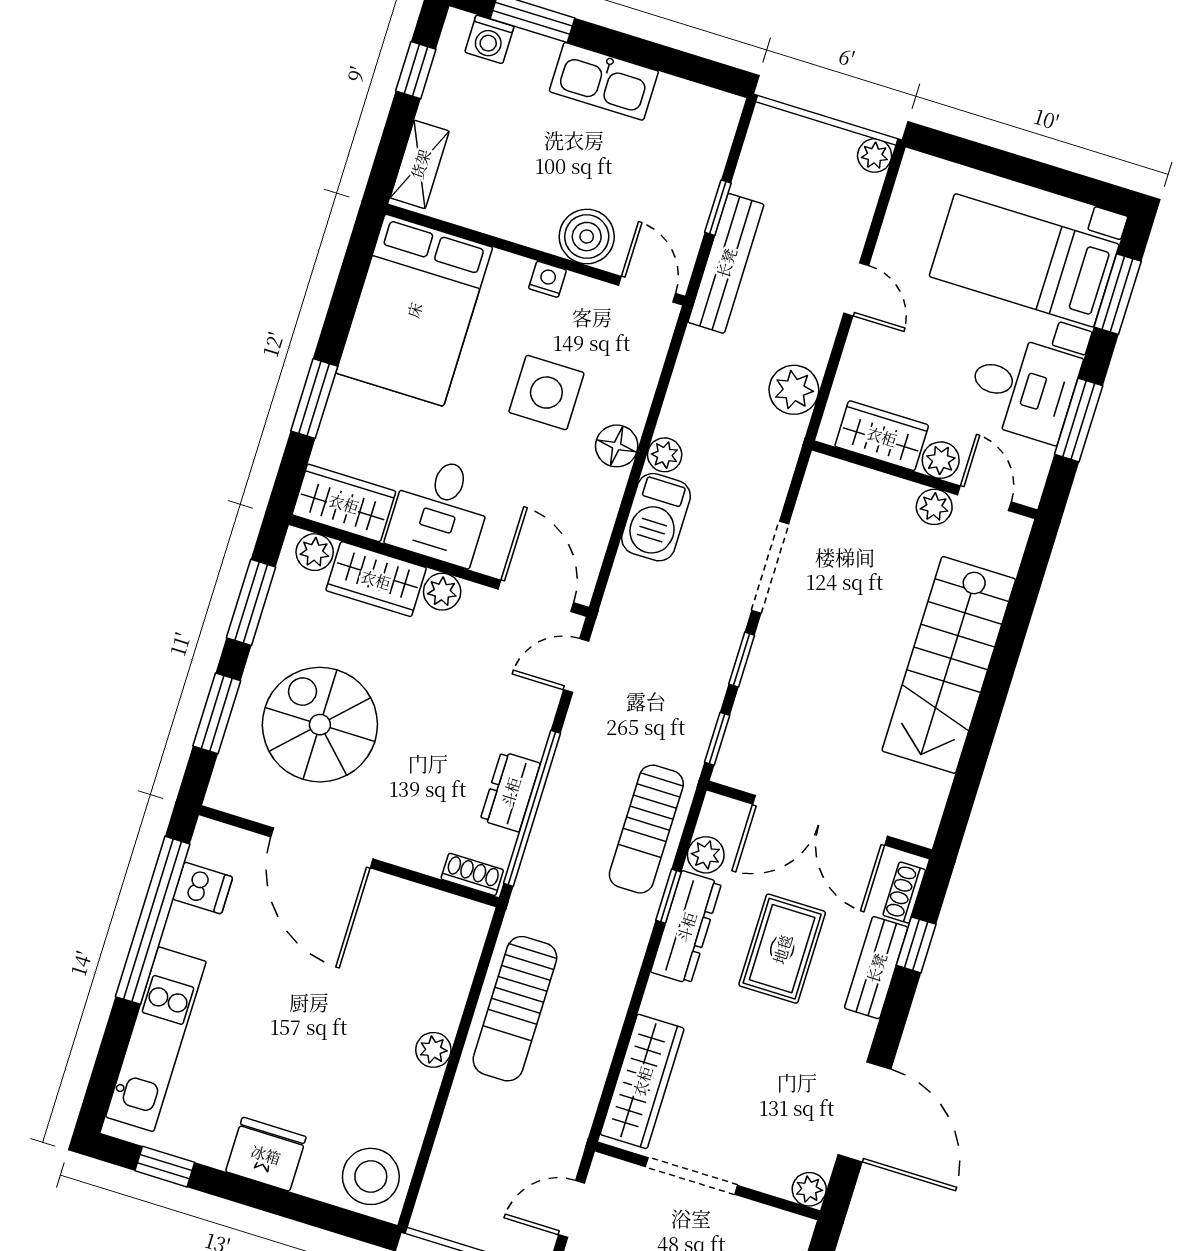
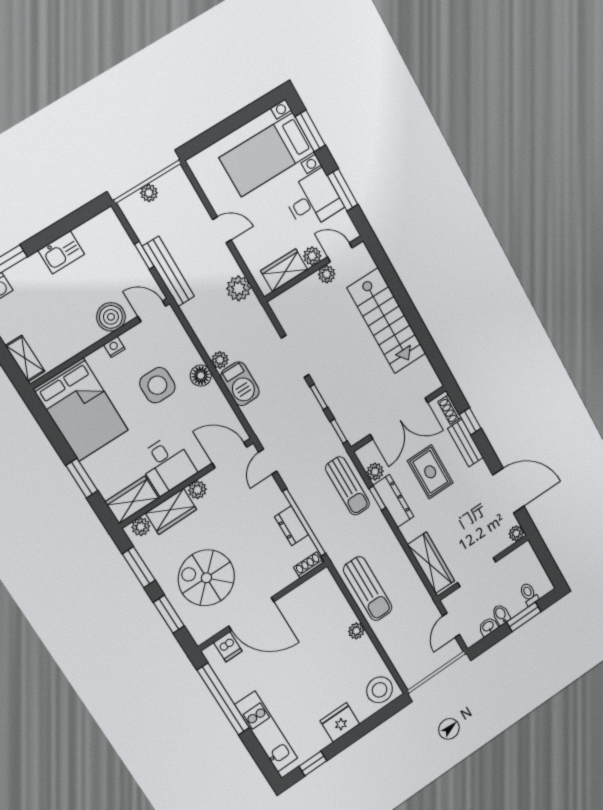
kitchen sink: (604, 81) -> (61, 252), width x0.73
plant: (875, 156) -> (149, 193), moved
dishwasher: (203, 888) -> (228, 647), moved, turned 90

